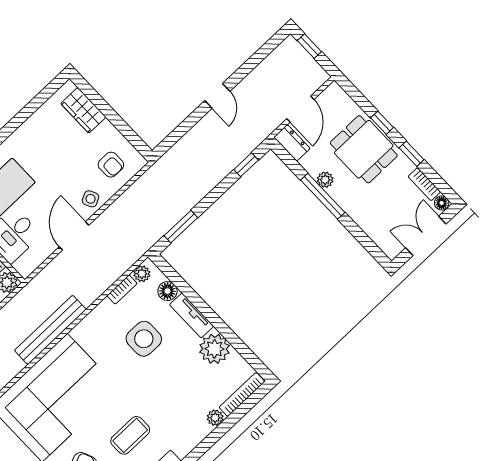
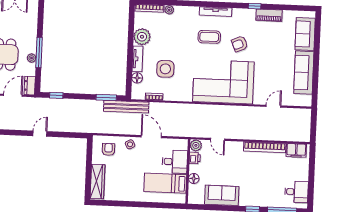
wardrobe: (83, 110) -> (97, 182), width x1.50
door: (74, 236) -> (151, 137), swing flipped
plant: (142, 274) -> (140, 95), removed
bench: (50, 330) -> (126, 107), moved

